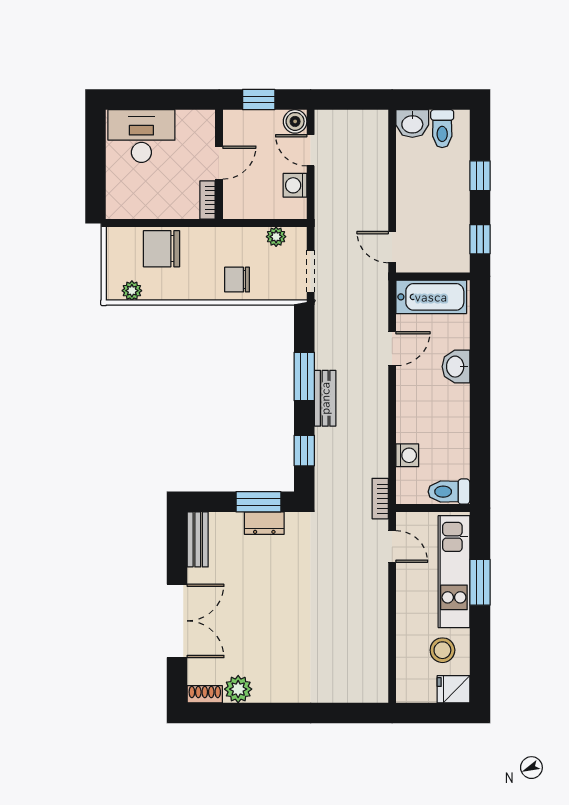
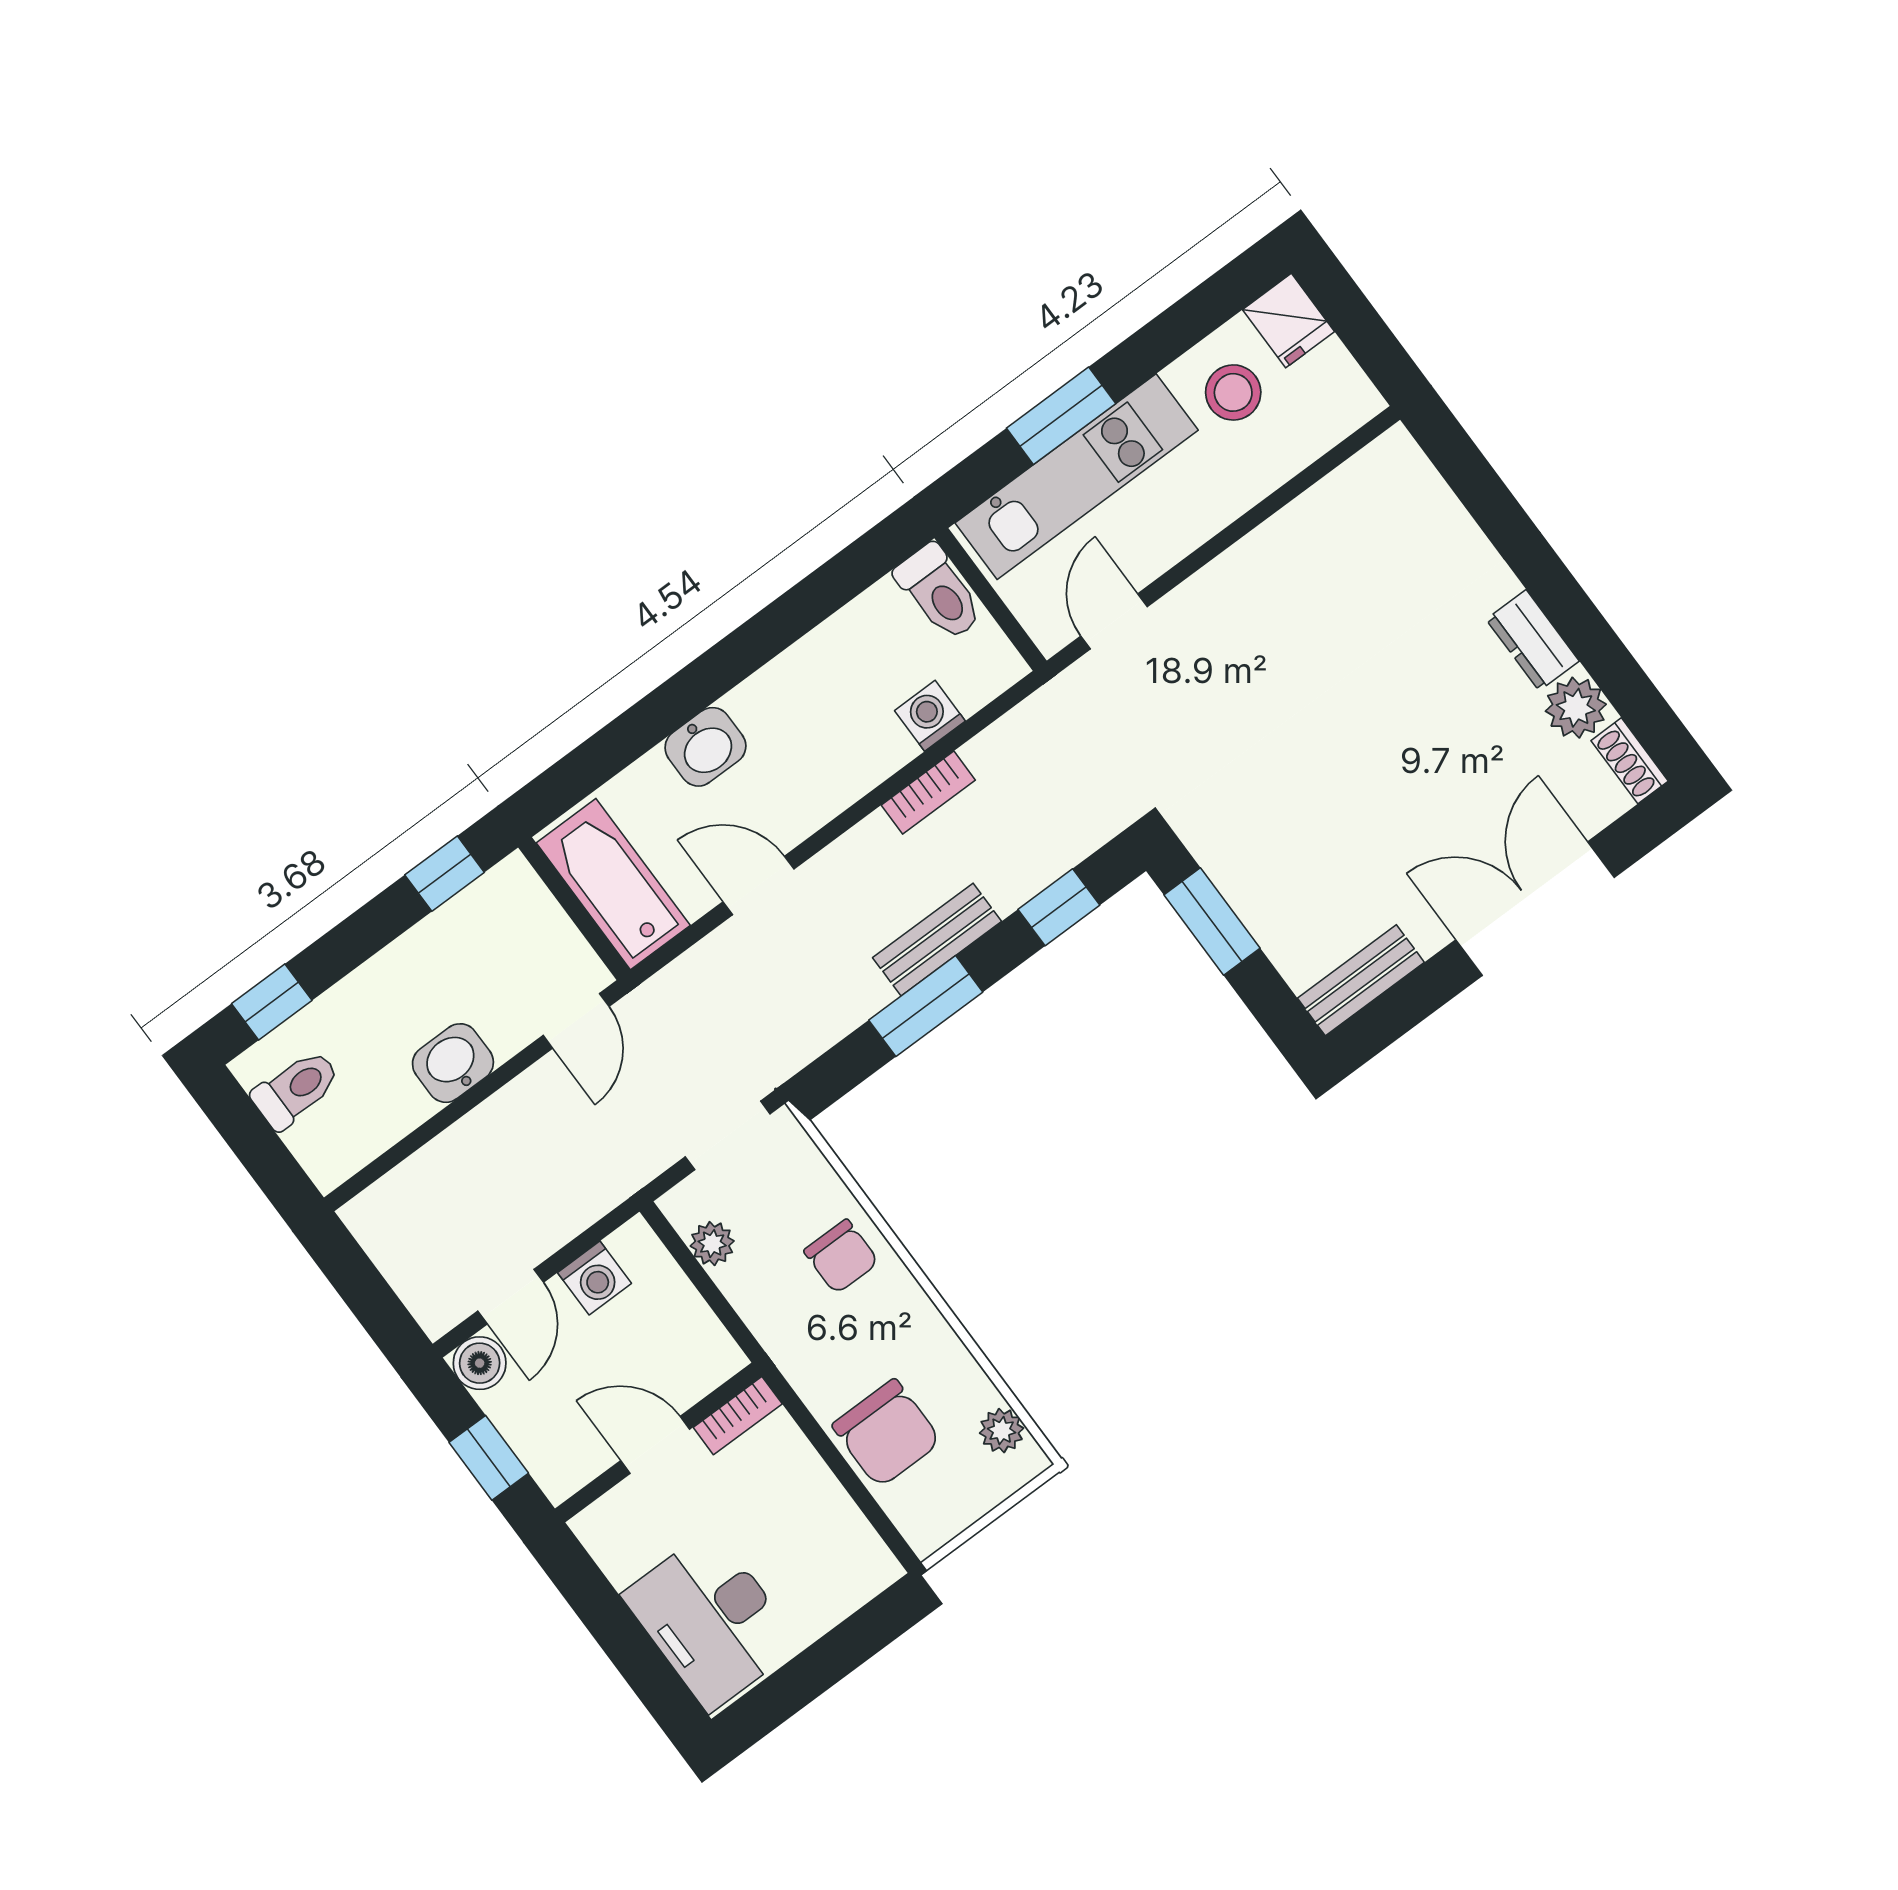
washbasin: (412, 124) -> (453, 1063), moved, turned -90
window: (480, 176) -> (272, 1002), moved
bookcase: (380, 499) -> (928, 793), moved
dresser: (264, 523) -> (1533, 640), moved, turned 180

